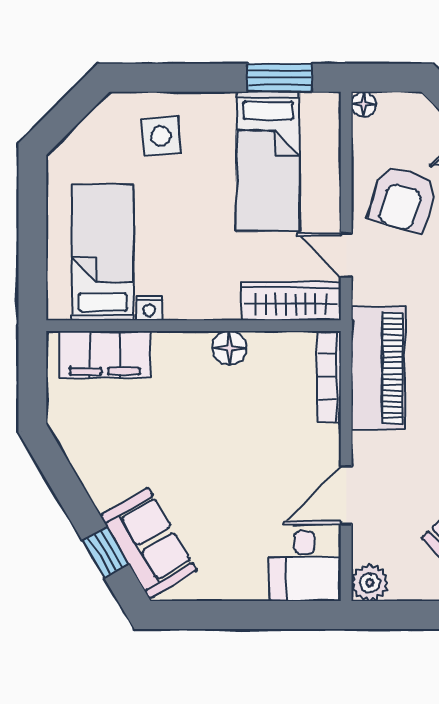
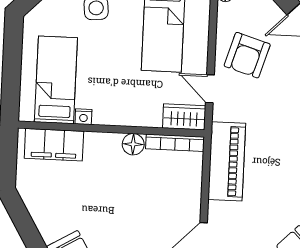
wardrobe: (291, 301) -> (184, 117), width x0.67
bookcase: (329, 377) -> (175, 143), moved, turned -90

